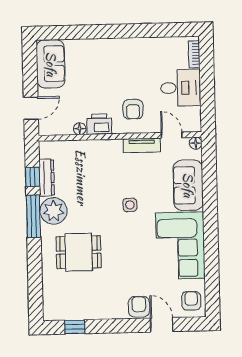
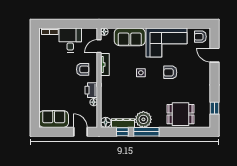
floor lamp: (47, 149) -> (106, 122), added
dining table: (79, 252) -> (180, 114), moved, turned 90
armchair: (139, 307) -> (170, 72), moved
door: (162, 325) -> (214, 55), hinge flipped

